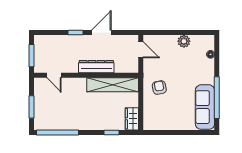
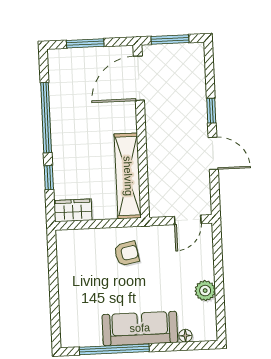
dresser: (96, 67) -> (156, 148), removed
door: (54, 75) -> (139, 78), width x1.87
sofa: (205, 107) -> (140, 328), moved
window: (58, 132) -> (46, 118), moved

